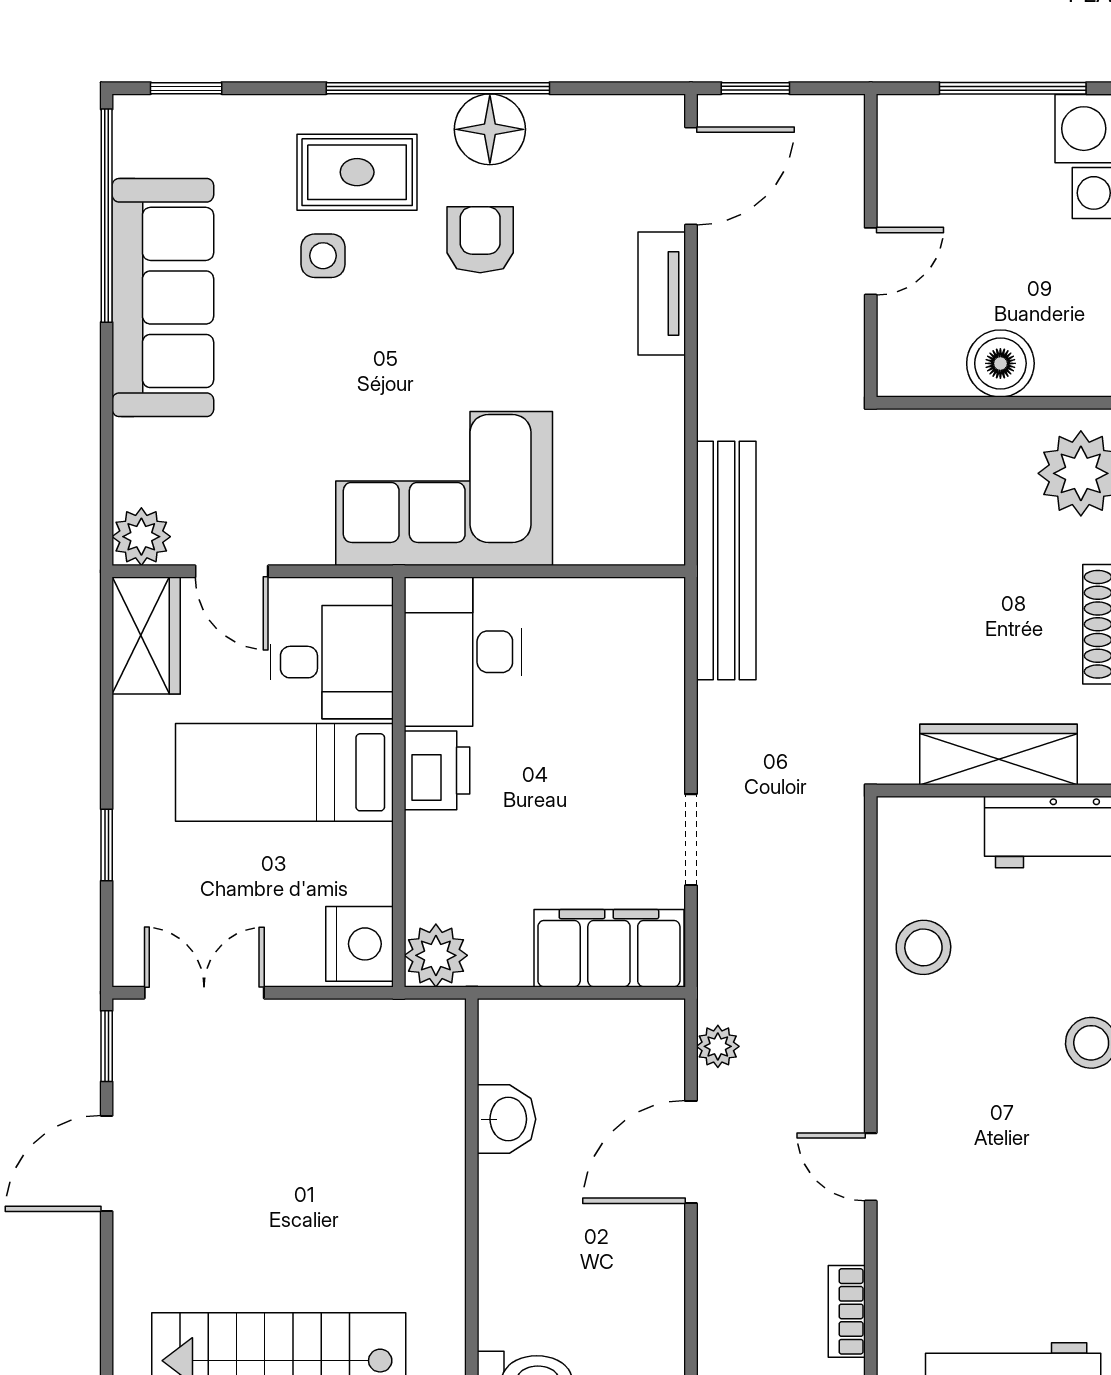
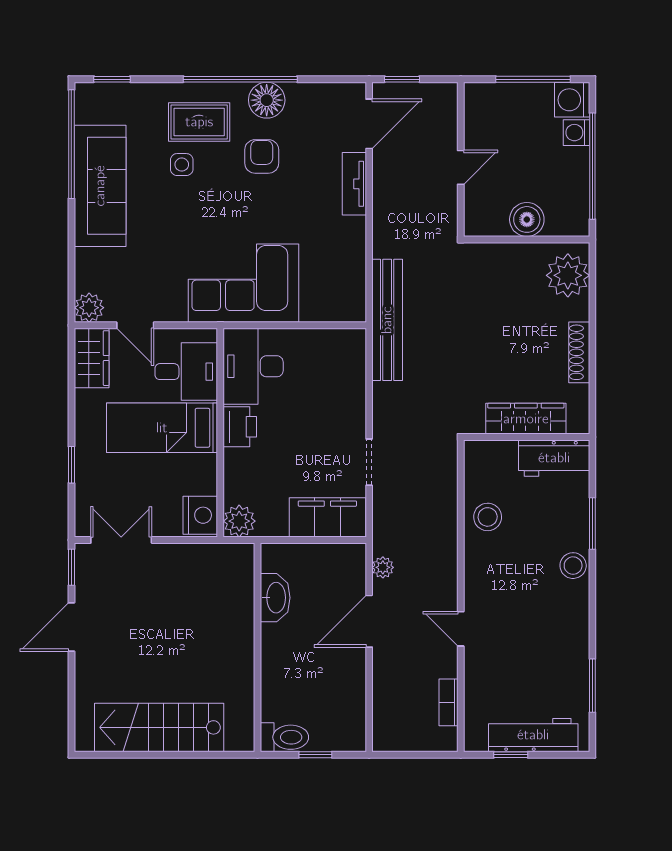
washbasin: (506, 1119) -> (275, 598), width x1.38

